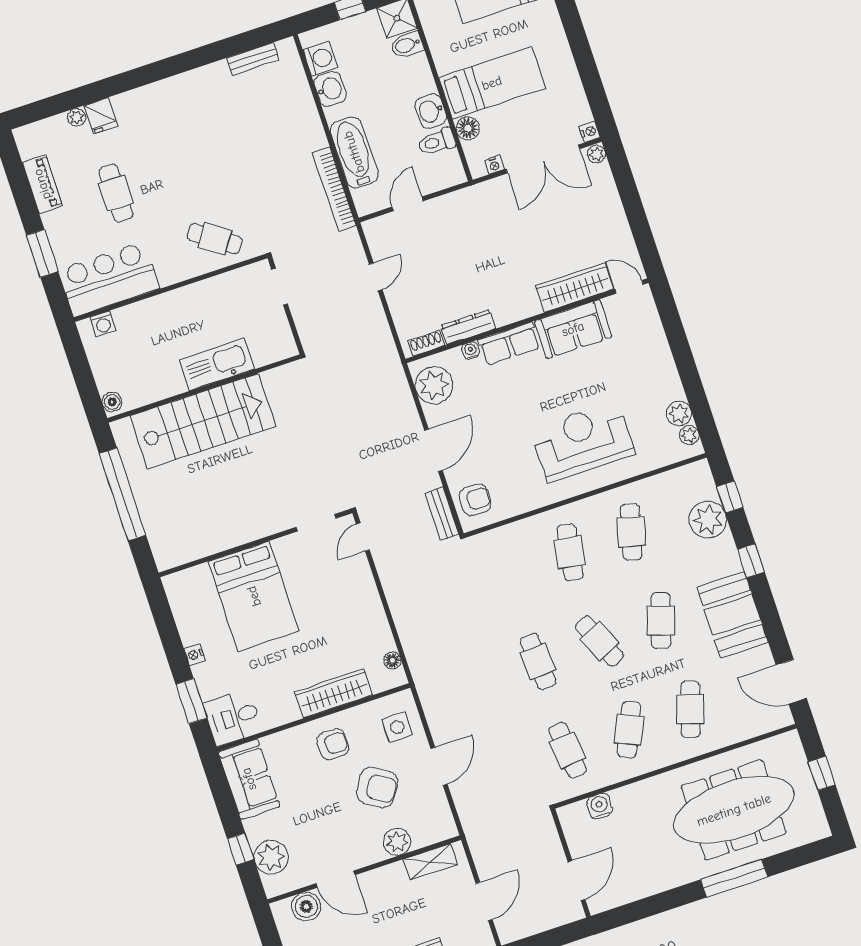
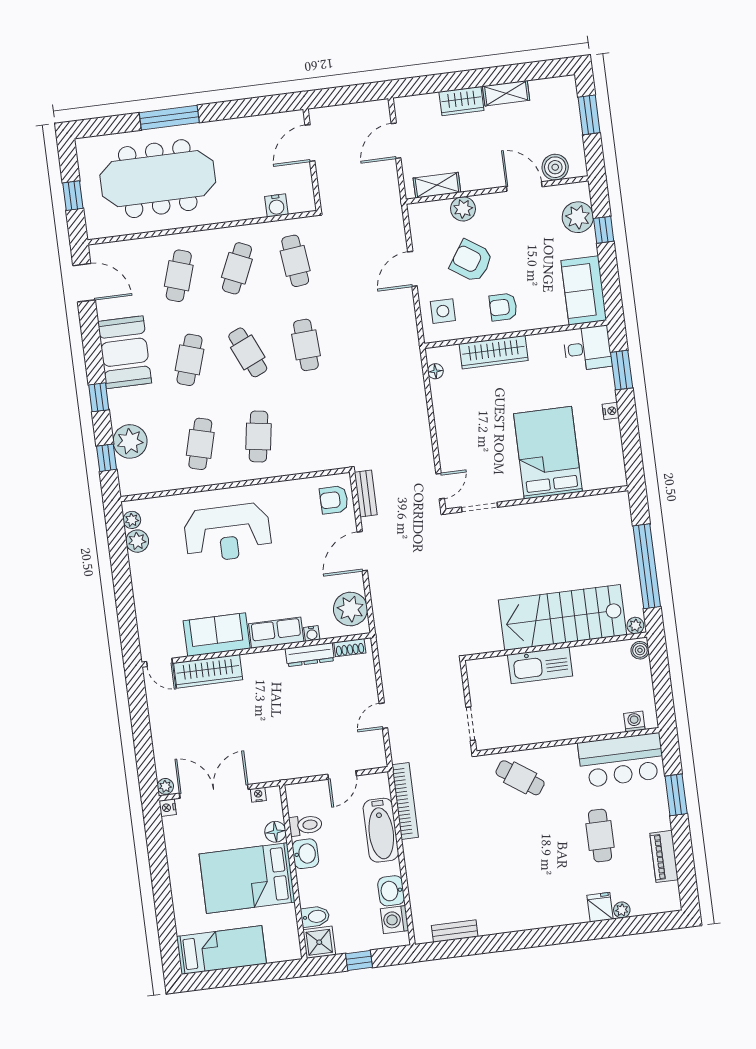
bed: (492, 83) -> (247, 878), width x1.50
plant: (122, 428) -> (635, 625), added

